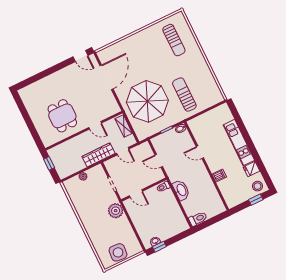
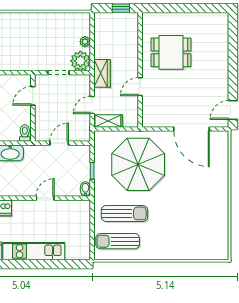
sun lounger: (174, 40) -> (118, 241), moved
shelving: (124, 126) -> (108, 121), moved
wardrobe: (99, 155) -> (102, 73), width x0.67
plant: (116, 211) -> (80, 61), moved

